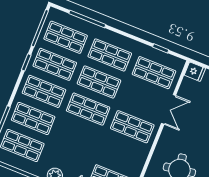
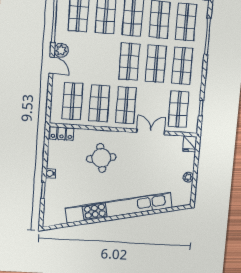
double door: (169, 109) -> (151, 132), swing flipped
shop shelf: (121, 154) -> (99, 103), added

